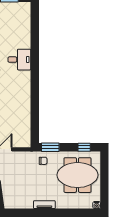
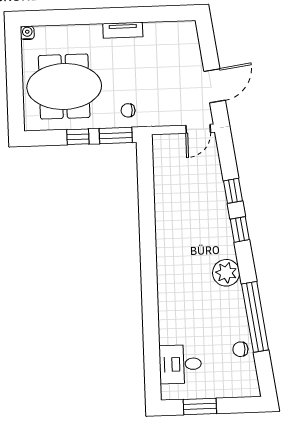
desk: (19, 60) -> (180, 364), moved
window: (84, 147) -> (78, 137), moved

